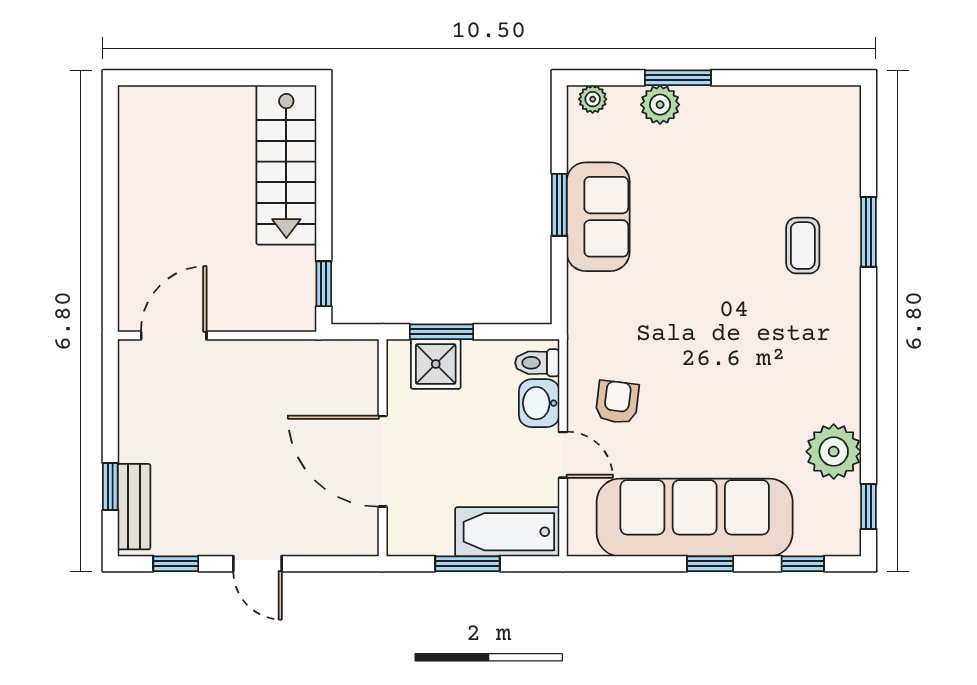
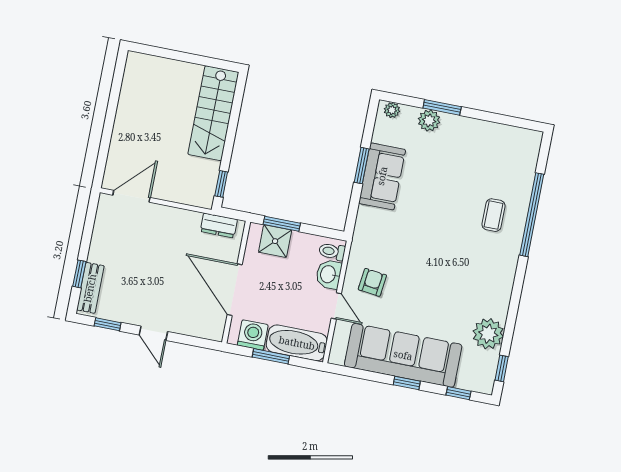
window: (869, 232) -> (532, 215), width x2.11
dresser: (334, 356) -> (219, 225), added
washing machine: (429, 533) -> (253, 335), added

